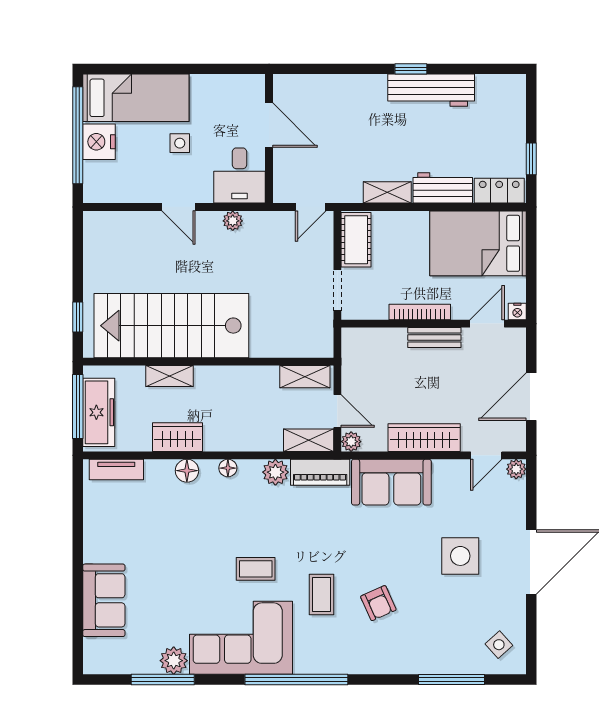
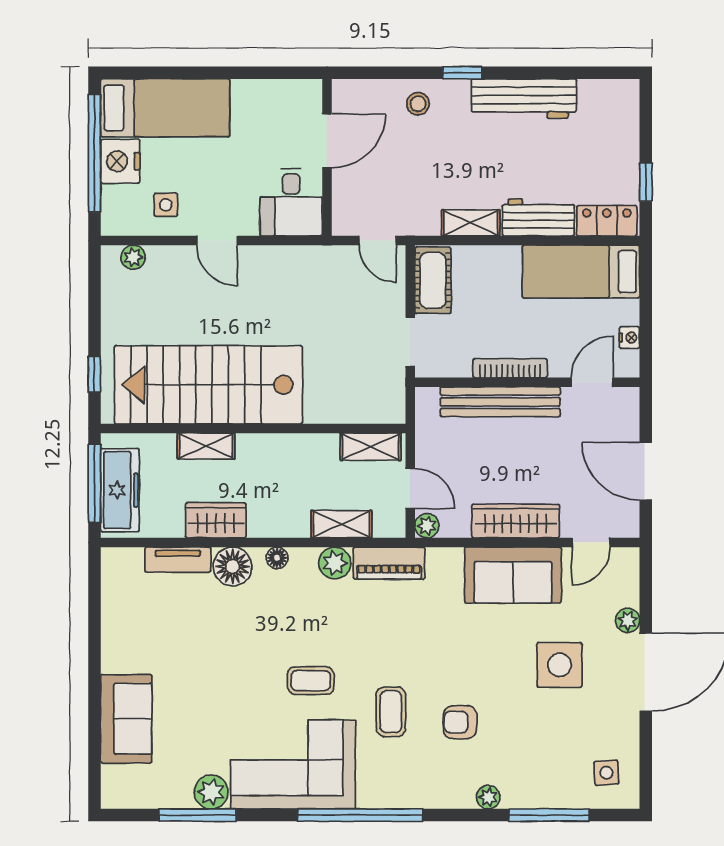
window: (411, 69) -> (462, 73), moved
stool: (344, 94) -> (418, 104), added
door: (269, 125) -> (327, 141), hinge flipped
side table: (180, 143) -> (166, 205), moved
door: (311, 207) -> (378, 241), hinge flipped
plant: (233, 221) -> (133, 257), moved
bed: (478, 243) -> (581, 272), width x0.67
nightstand: (517, 311) -> (629, 338), moved, turned -90
bench: (434, 337) -> (500, 402), width x1.86, depth x1.21
door: (531, 397) -> (646, 471), hinge flipped
shelving: (309, 440) -> (341, 524), moved
tv unit: (116, 469) -> (178, 560), moved
plant: (516, 469) -> (628, 620), moved
floor lamp: (187, 471) -> (233, 566), width x1.38, depth x1.38
sofa: (391, 482) -> (513, 575), moved
armchair: (378, 603) -> (460, 722), turned 114
side table: (499, 645) -> (606, 773), turned 38
plant: (402, 665) -> (488, 797), added

